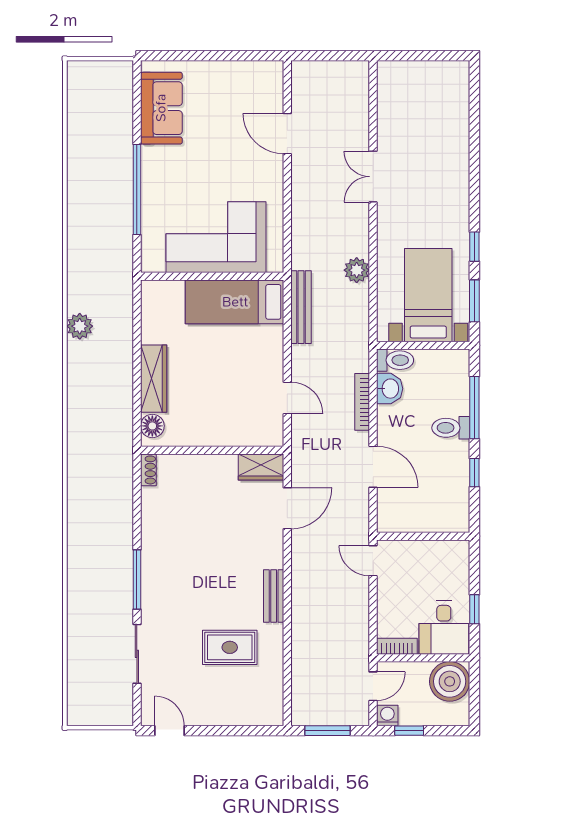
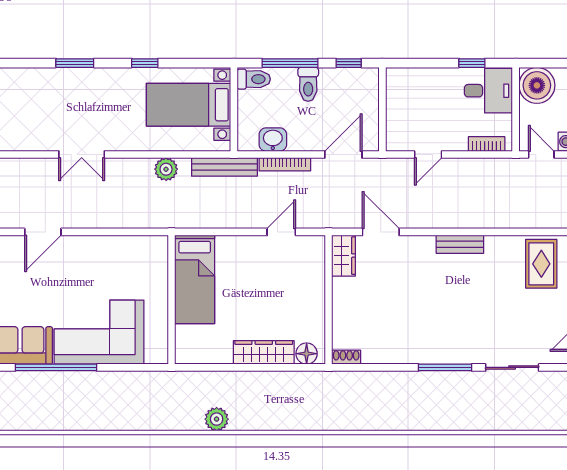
window: (137, 190) -> (56, 367), moved
corner sofa: (216, 237) -> (99, 332), moved, turned 90
window: (474, 301) -> (75, 63), moved
bench: (301, 307) -> (224, 167), moved
toilet: (395, 360) -> (254, 79), moved, turned 90
wall: (423, 536) -> (382, 109), moved
bookcase: (397, 646) -> (487, 144), moved, turned 90
rug: (230, 647) -> (541, 264), moved

